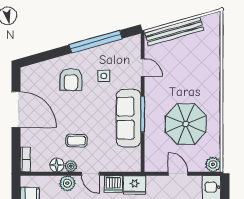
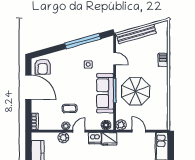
barbecue: (213, 69) -> (163, 60), added
armchair: (71, 79) -> (43, 67), moved
parasol: (186, 124) -> (135, 91), moved
plant: (213, 164) -> (121, 125), moved
floor lamp: (57, 165) -> (106, 125), moved
door: (90, 174) -> (79, 131), swing flipped

